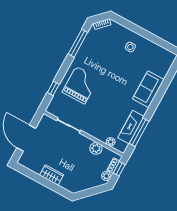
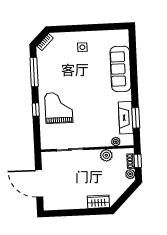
window: (53, 88) -> (36, 110), moved
sofa: (148, 89) -> (121, 69), width x1.36
window: (139, 132) -> (136, 118), width x0.69
wardrobe: (52, 175) -> (98, 202), moved

